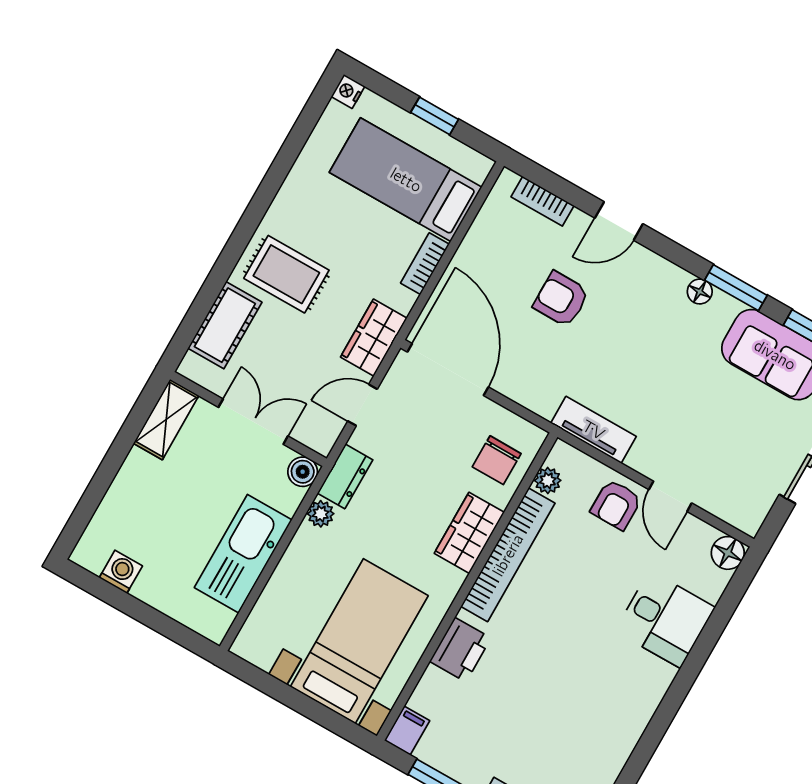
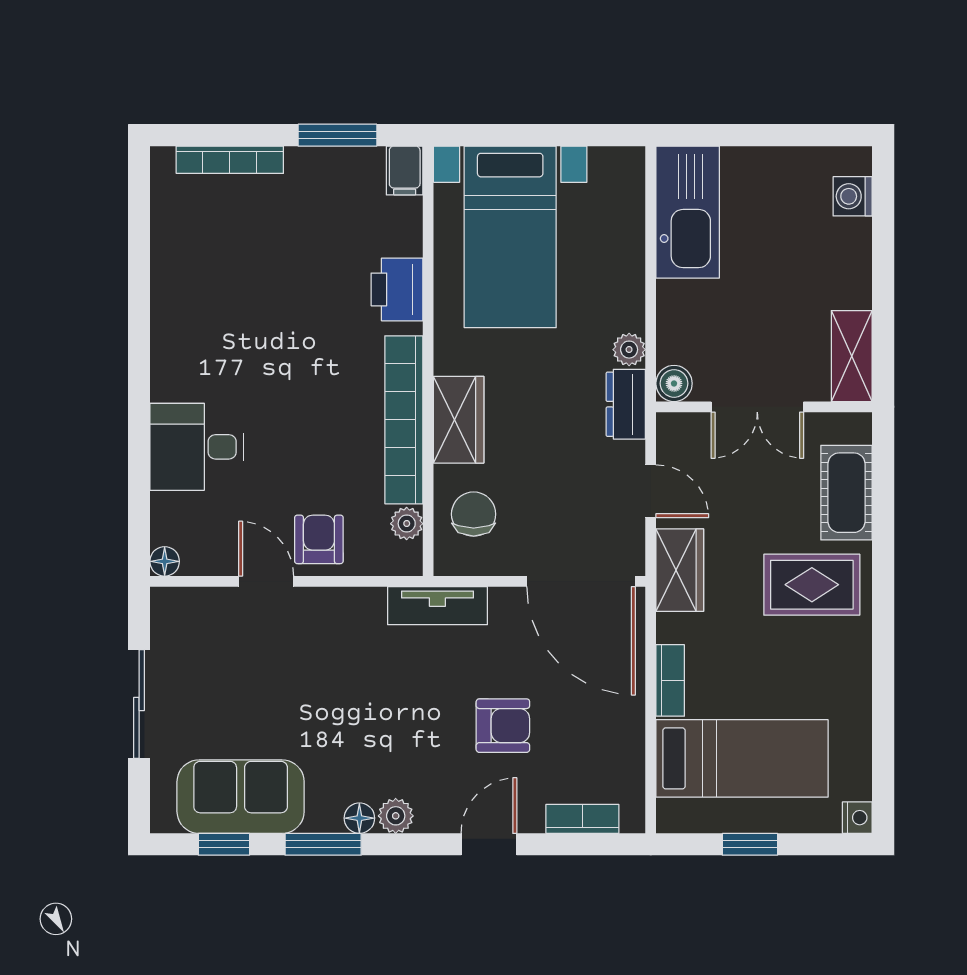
plant: (673, 279) -> (396, 816), added
door: (363, 405) -> (651, 491), hinge flipped
tv unit: (593, 430) -> (437, 606), moved
floor lamp: (728, 553) -> (165, 561), width x0.73, depth x0.73
kitchen sink: (243, 554) -> (688, 212), moved
washing machine: (121, 572) -> (853, 196), moved, turned 90

